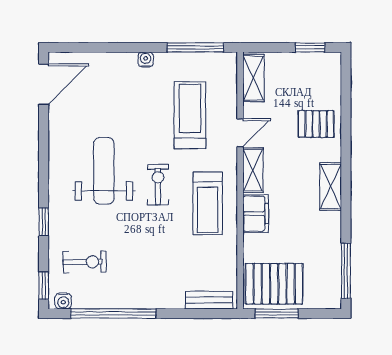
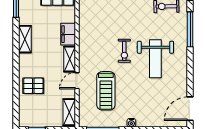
shelving: (331, 186) -> (25, 39), moved
treadmill: (208, 203) -> (96, 40), removed
window: (44, 222) -> (190, 29), width x2.17

